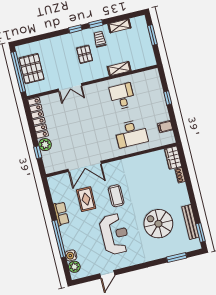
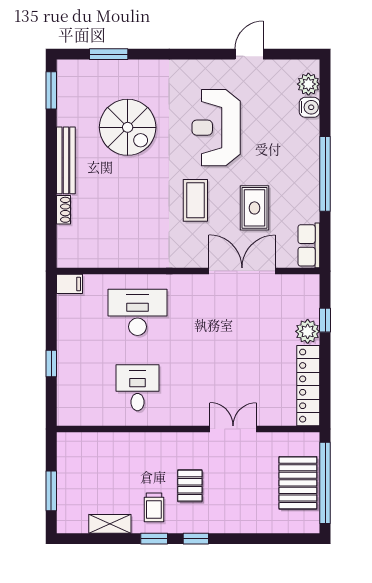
shelving: (119, 69) -> (130, 442), removed
desk: (122, 96) -> (138, 388), turned 180
filing cabinet: (165, 127) -> (69, 284), moved
wardrobe: (173, 158) -> (69, 247), removed
row of seats: (61, 214) -> (309, 245), moved
bench: (190, 222) -> (66, 160), moved
window: (59, 239) -> (325, 174), moved

